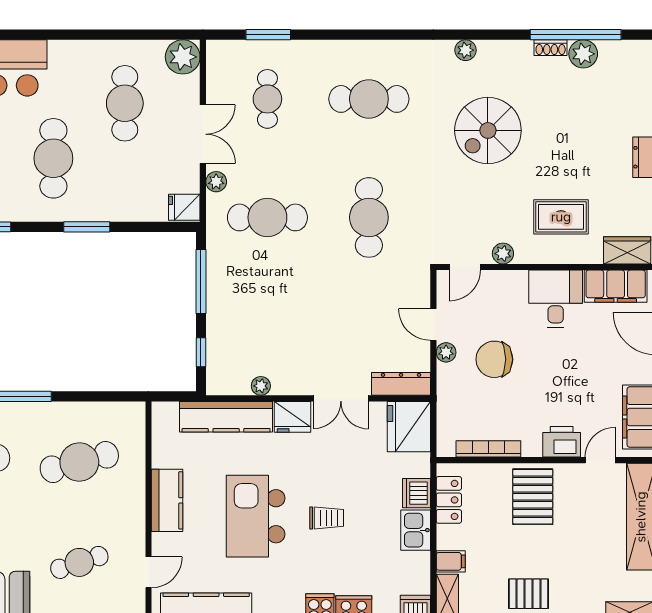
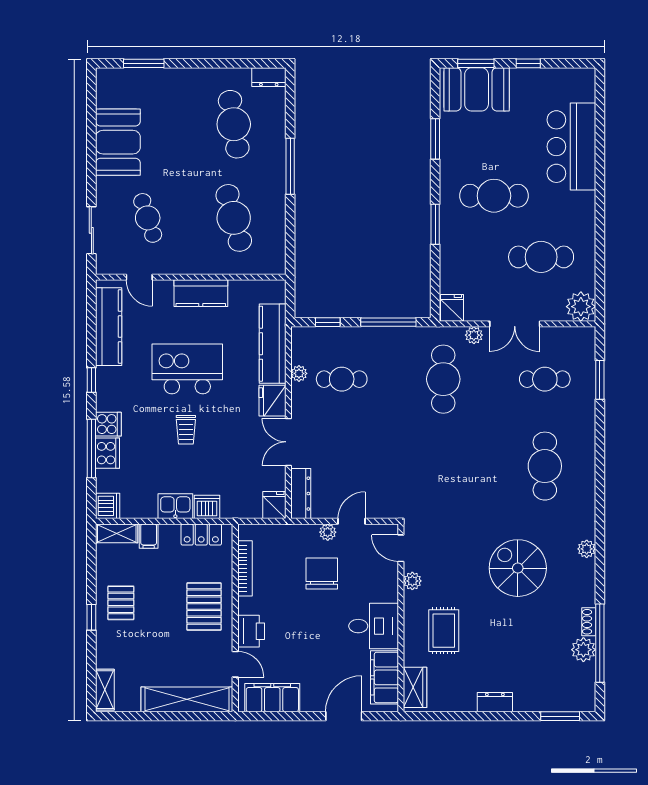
cafe table: (369, 217) -> (342, 379), moved, width x0.73, depth x0.74
fridge: (409, 427) -> (274, 505), width x0.53, depth x0.75
pallet: (533, 497) -> (204, 607), turned 90

